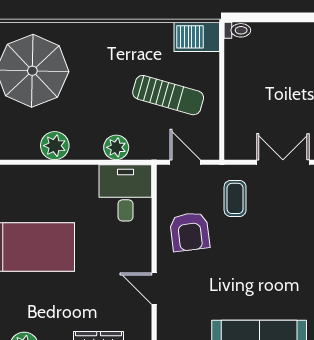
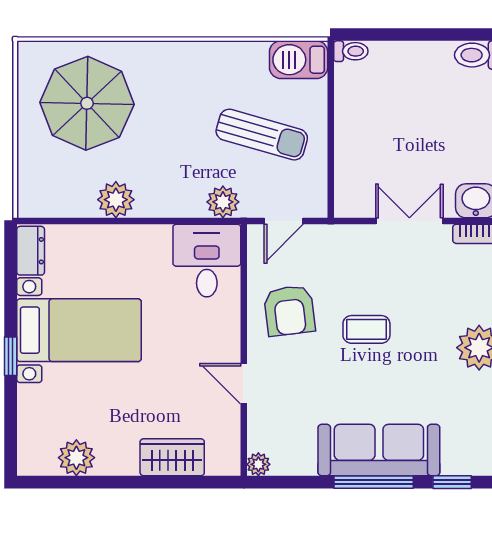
plant: (116, 147) -> (223, 202), moved
door: (185, 162) -> (284, 221), swing flipped
coffee table: (235, 198) -> (366, 329), moved, turned 90

